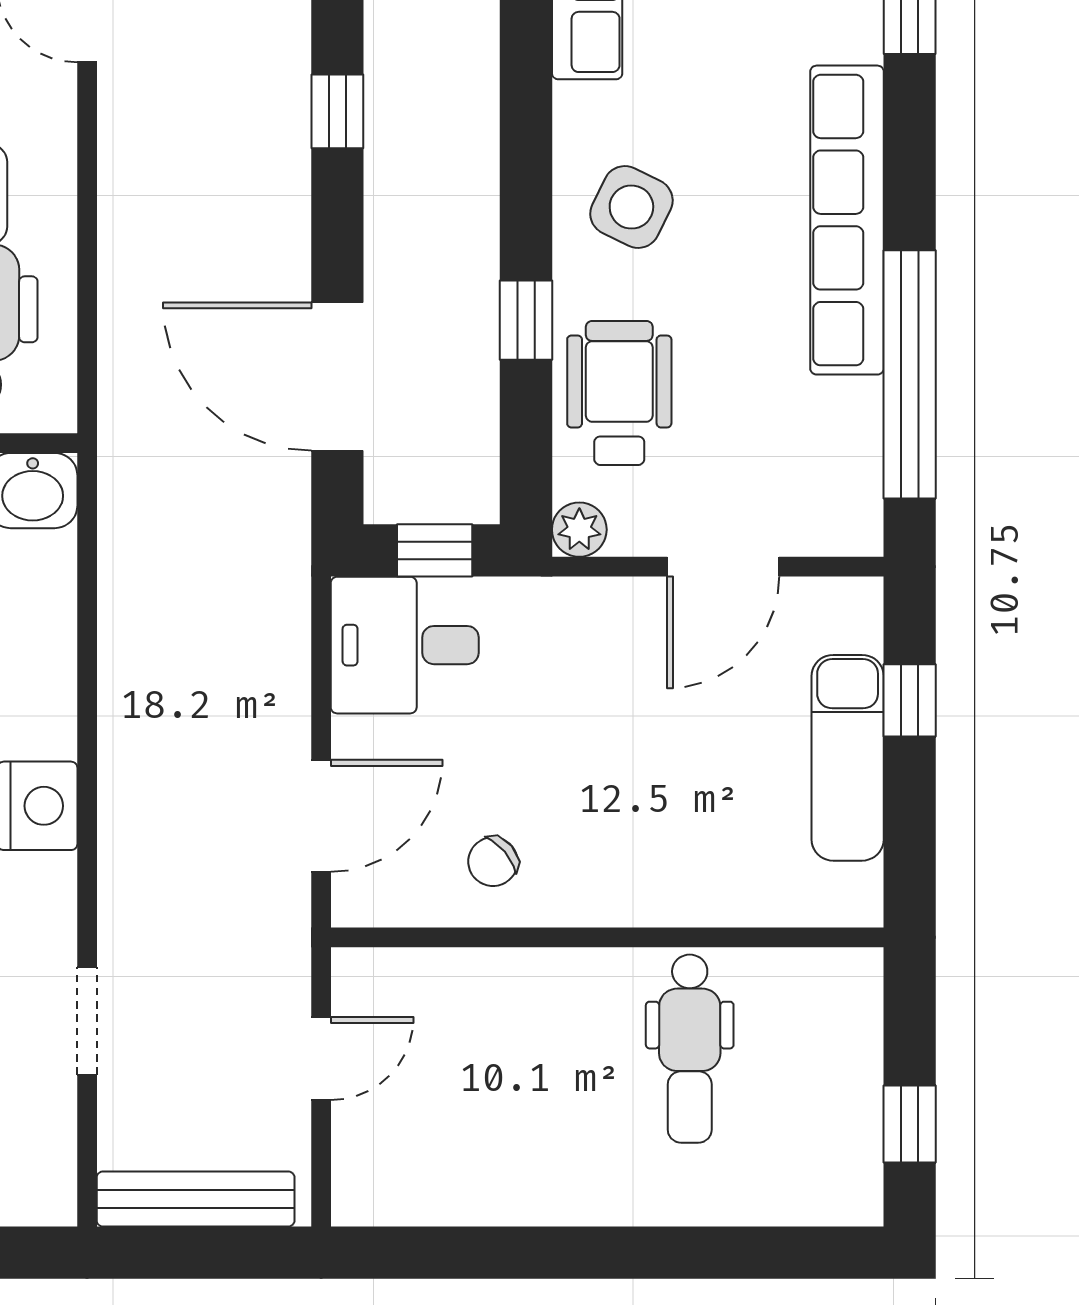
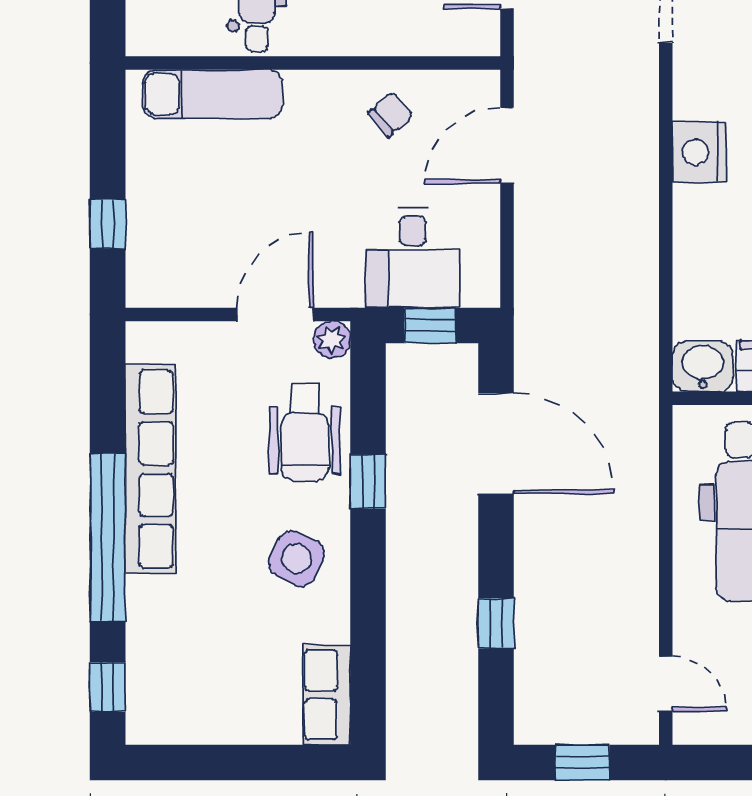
row of seats: (847, 220) -> (150, 469), moved
window: (910, 374) -> (108, 538), moved
door: (723, 567) -> (275, 315), moved
desk: (405, 645) -> (413, 258), moved, turned 90
exam couch: (848, 758) -> (213, 94), moved, turned 90

